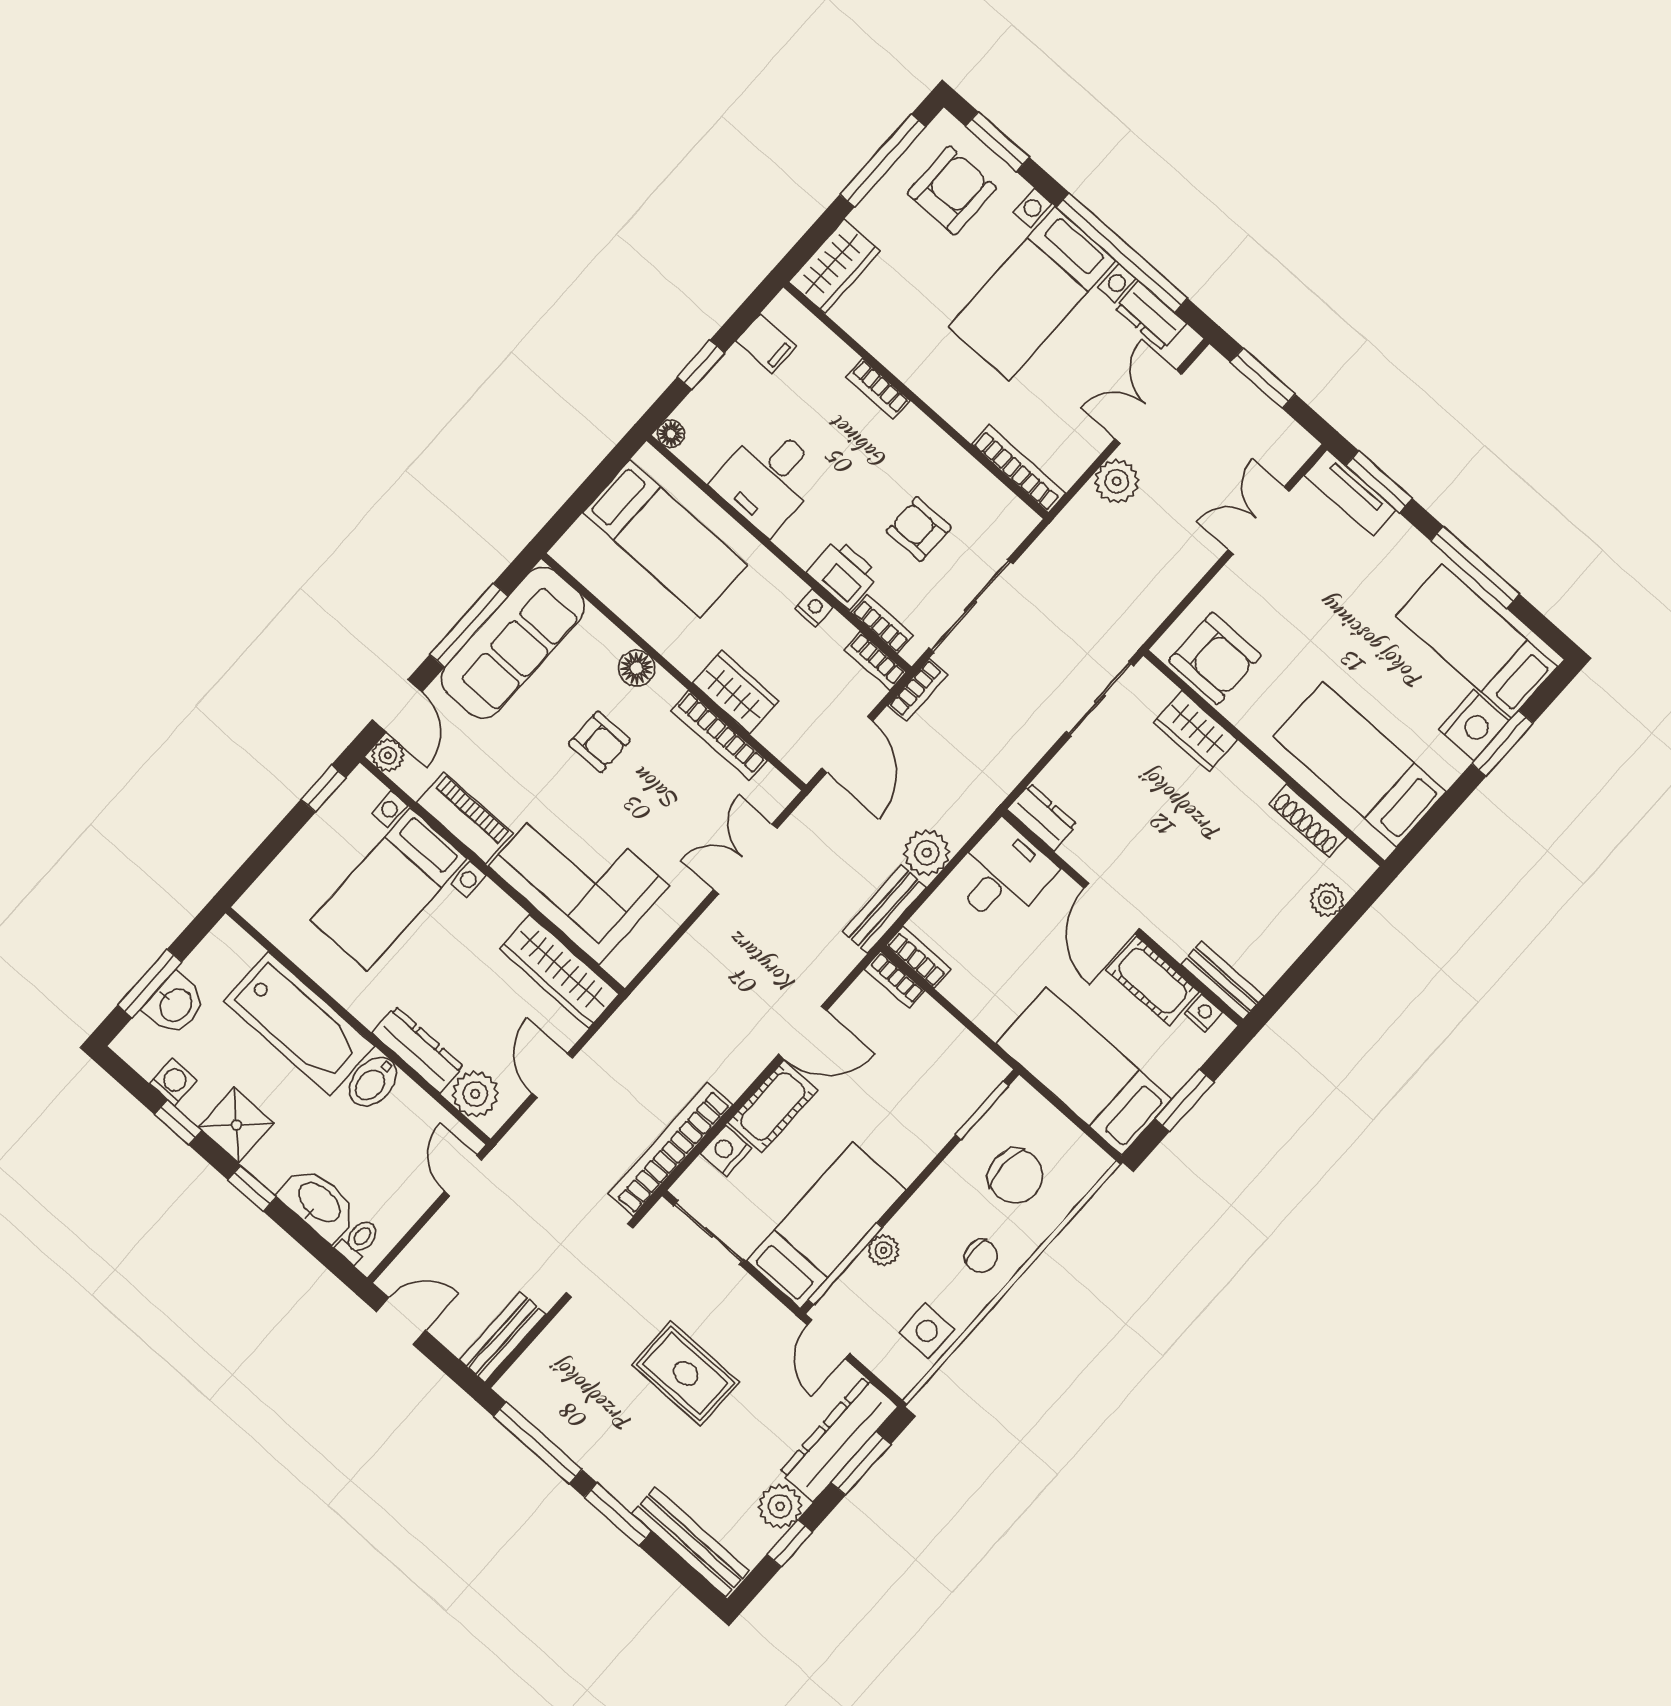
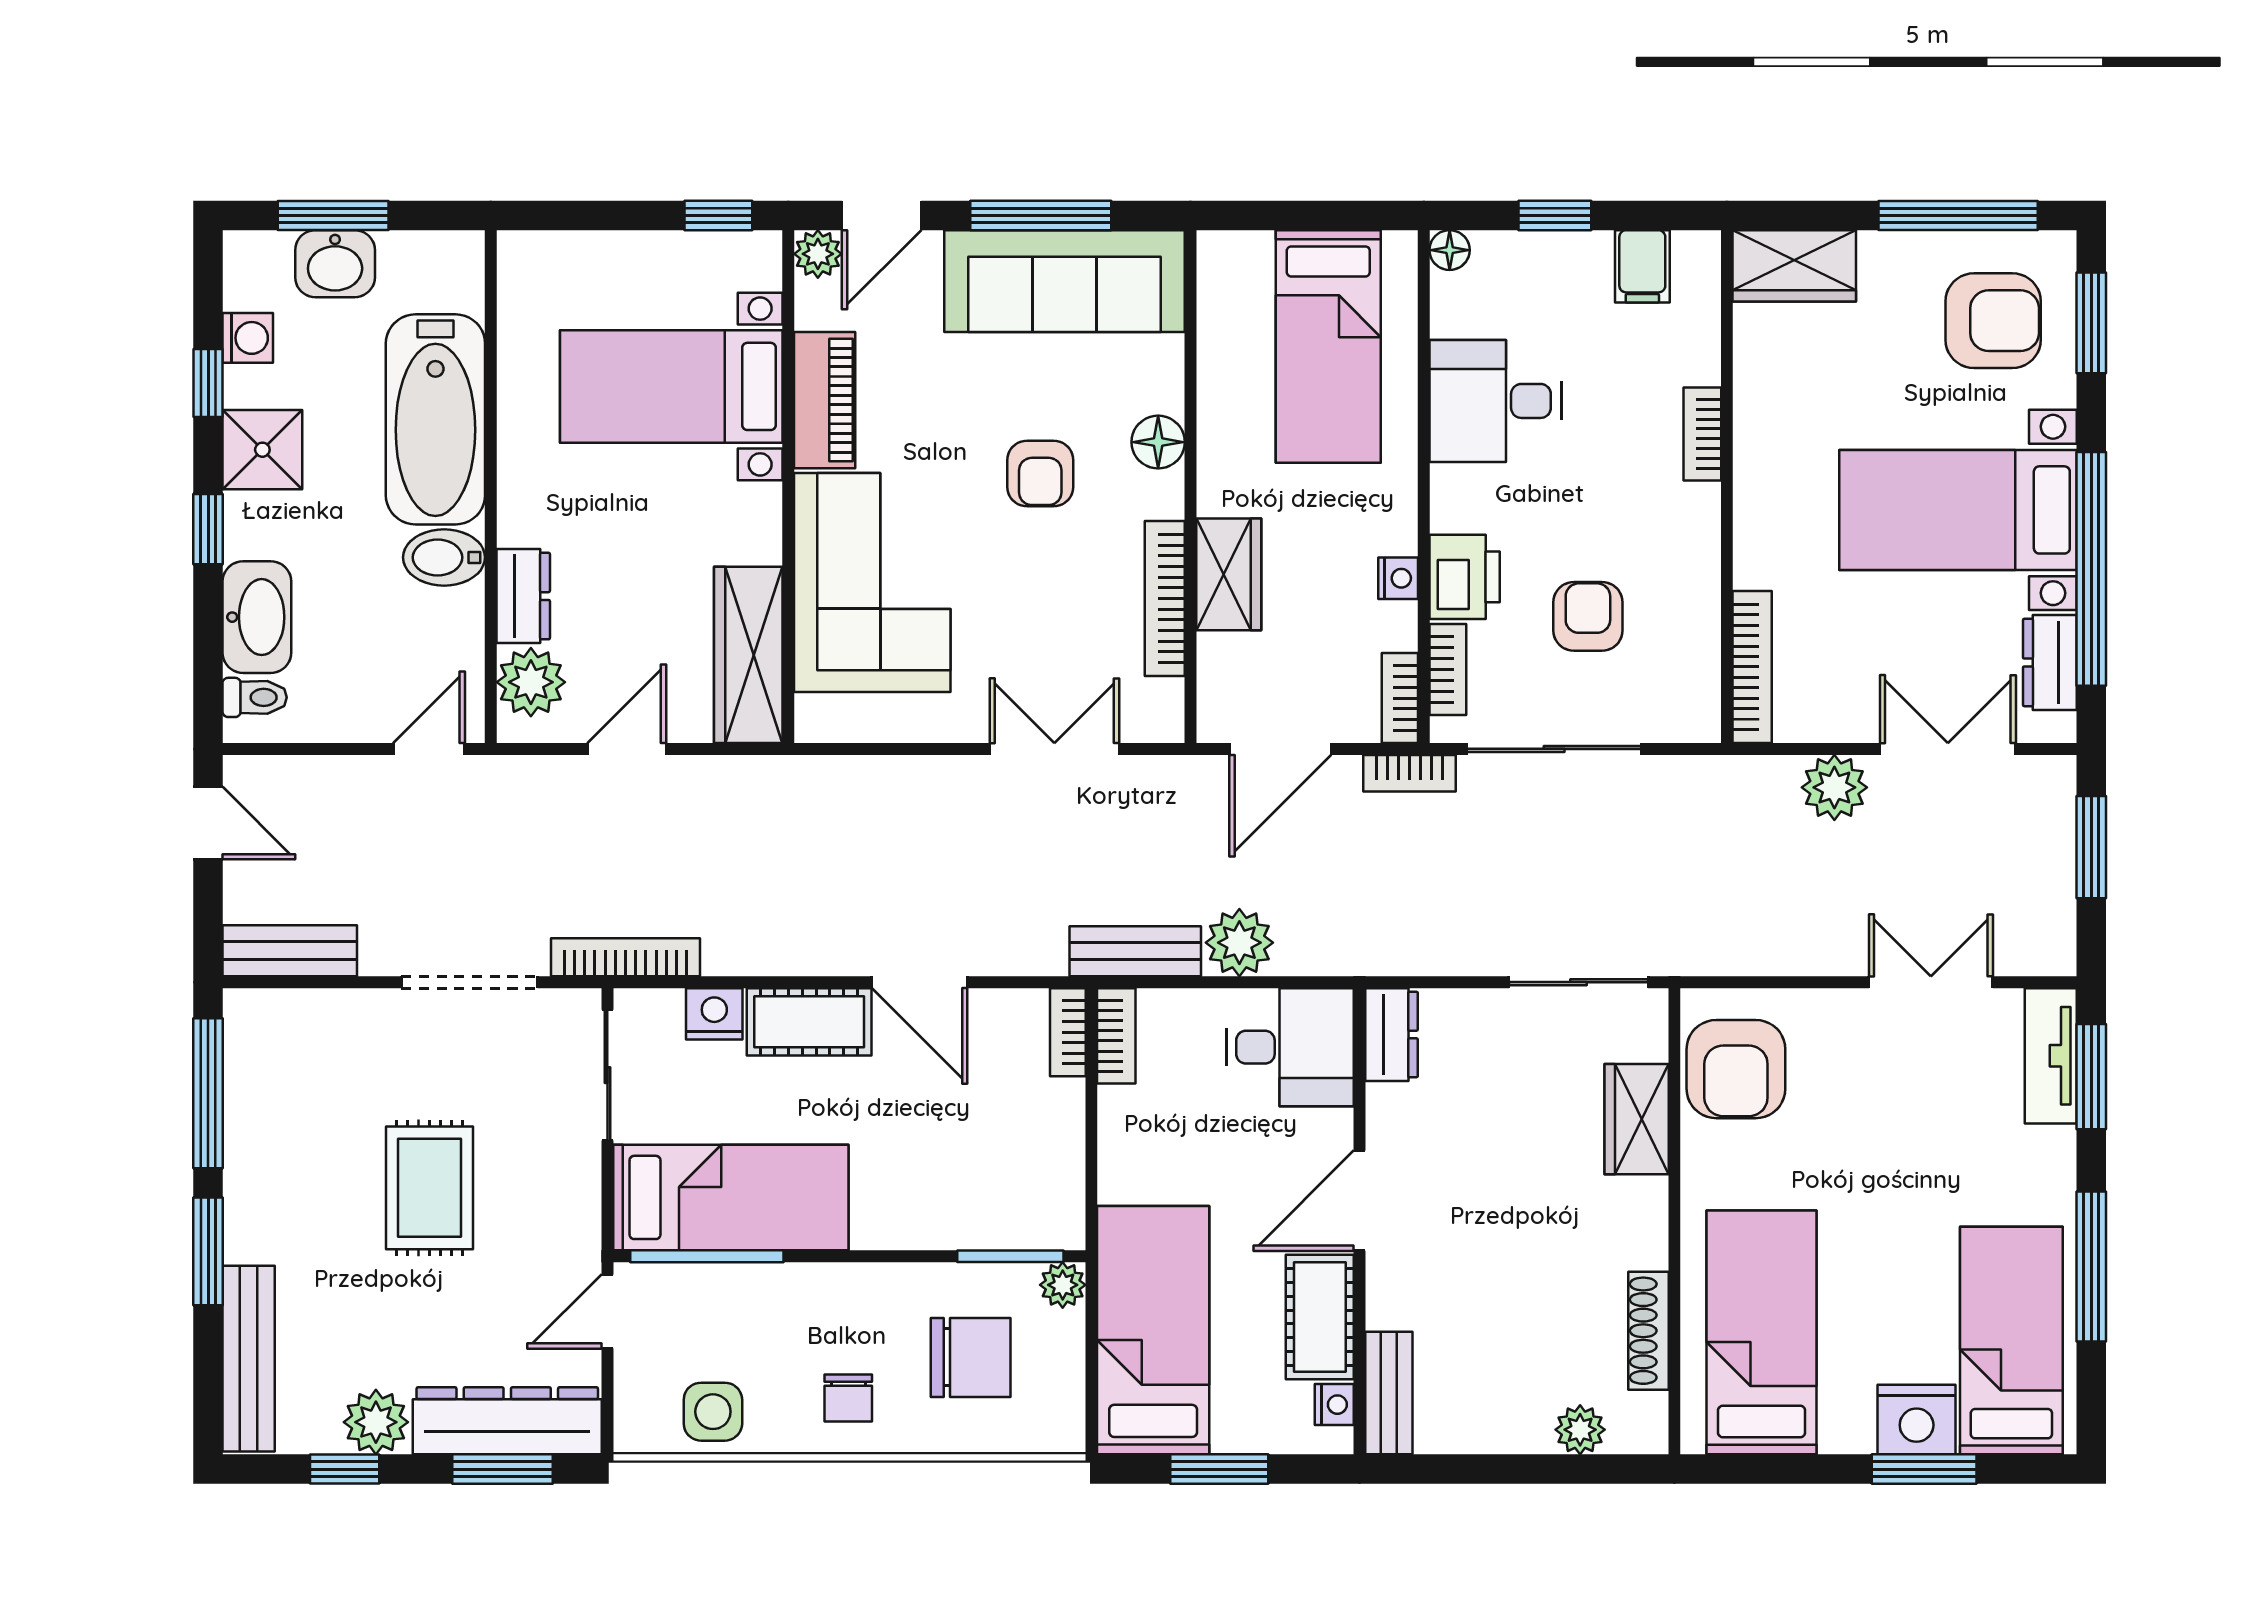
dresser: (418, 1050) -> (523, 596), width x0.70
bookcase: (670, 1149) -> (626, 957), width x0.68, depth x0.76
chair: (1016, 1176) -> (971, 1357), turned -90
plant: (883, 1250) -> (1063, 1285), moved

